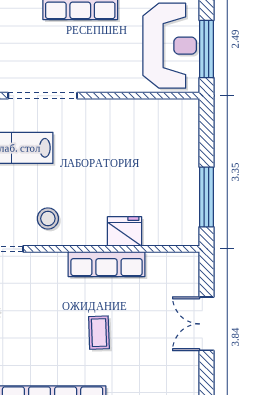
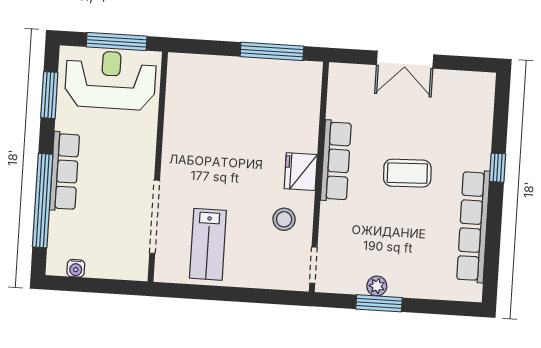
fridge: (125, 231) -> (301, 172), moved
coffee table: (99, 333) -> (407, 173), width x1.36, depth x1.30

